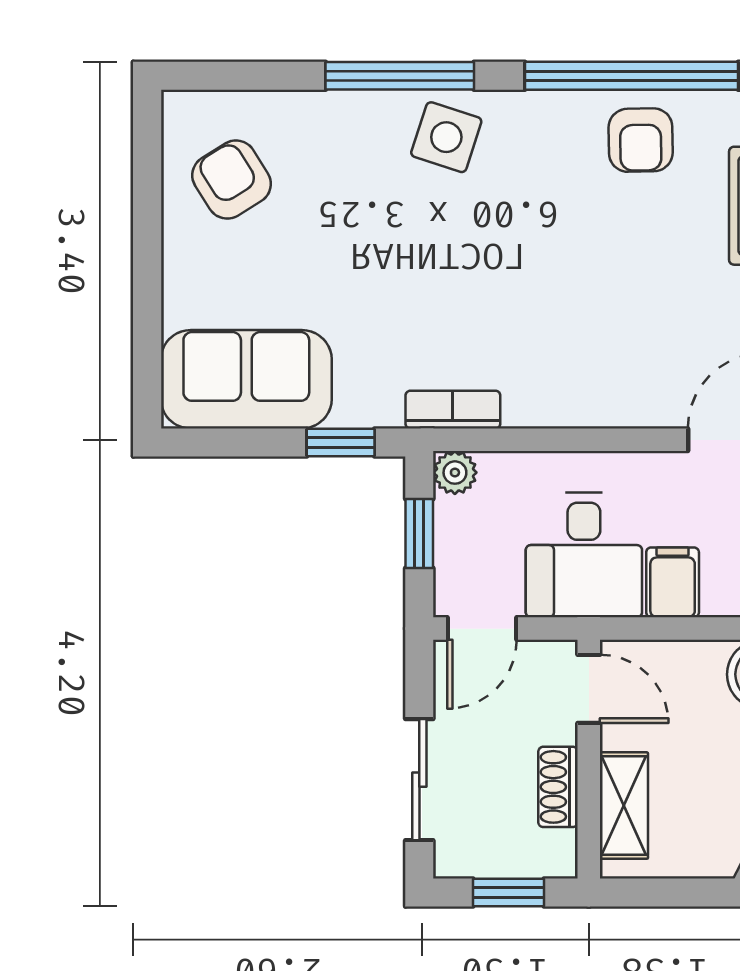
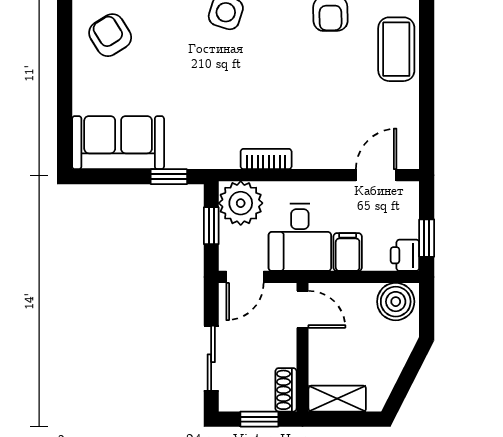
bookcase: (453, 410) -> (266, 159), moved
plant: (455, 473) -> (241, 203), width x1.88, depth x1.88
shoe rack: (558, 787) -> (286, 390), moved
shelving: (624, 806) -> (337, 399), moved, turned 90

